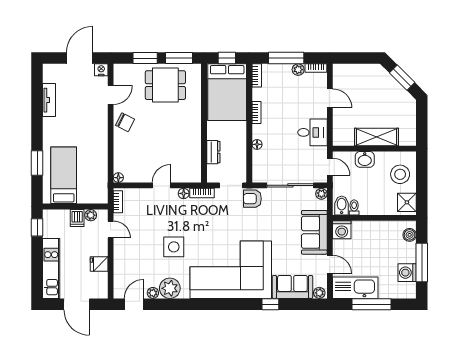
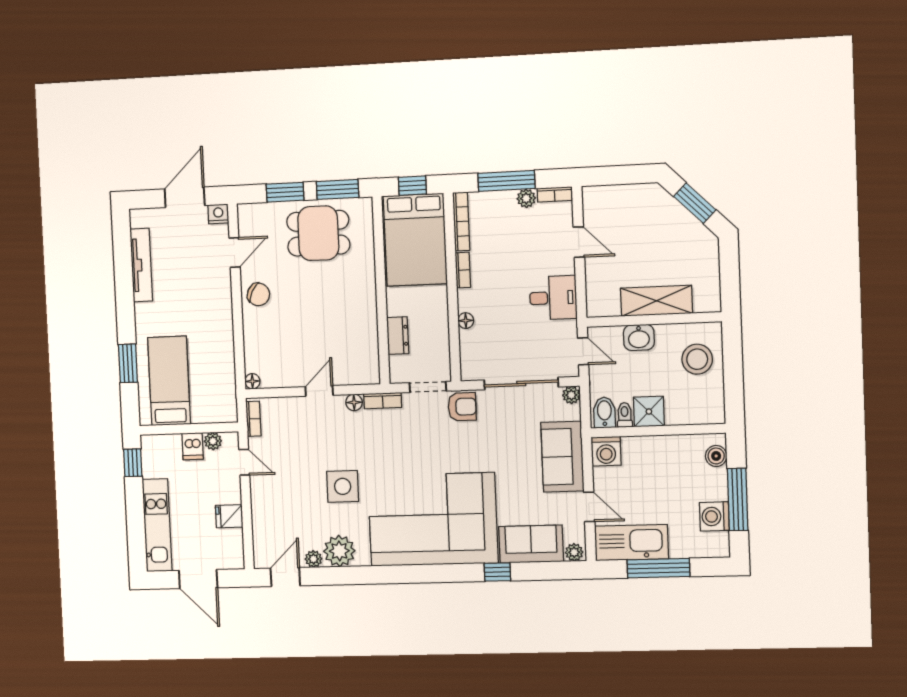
bookcase: (257, 75) -> (461, 221), width x1.56
tv unit: (49, 100) -> (141, 265), width x1.41
armchair: (252, 199) -> (462, 407), turned 180
shower: (407, 202) -> (649, 412), moved

